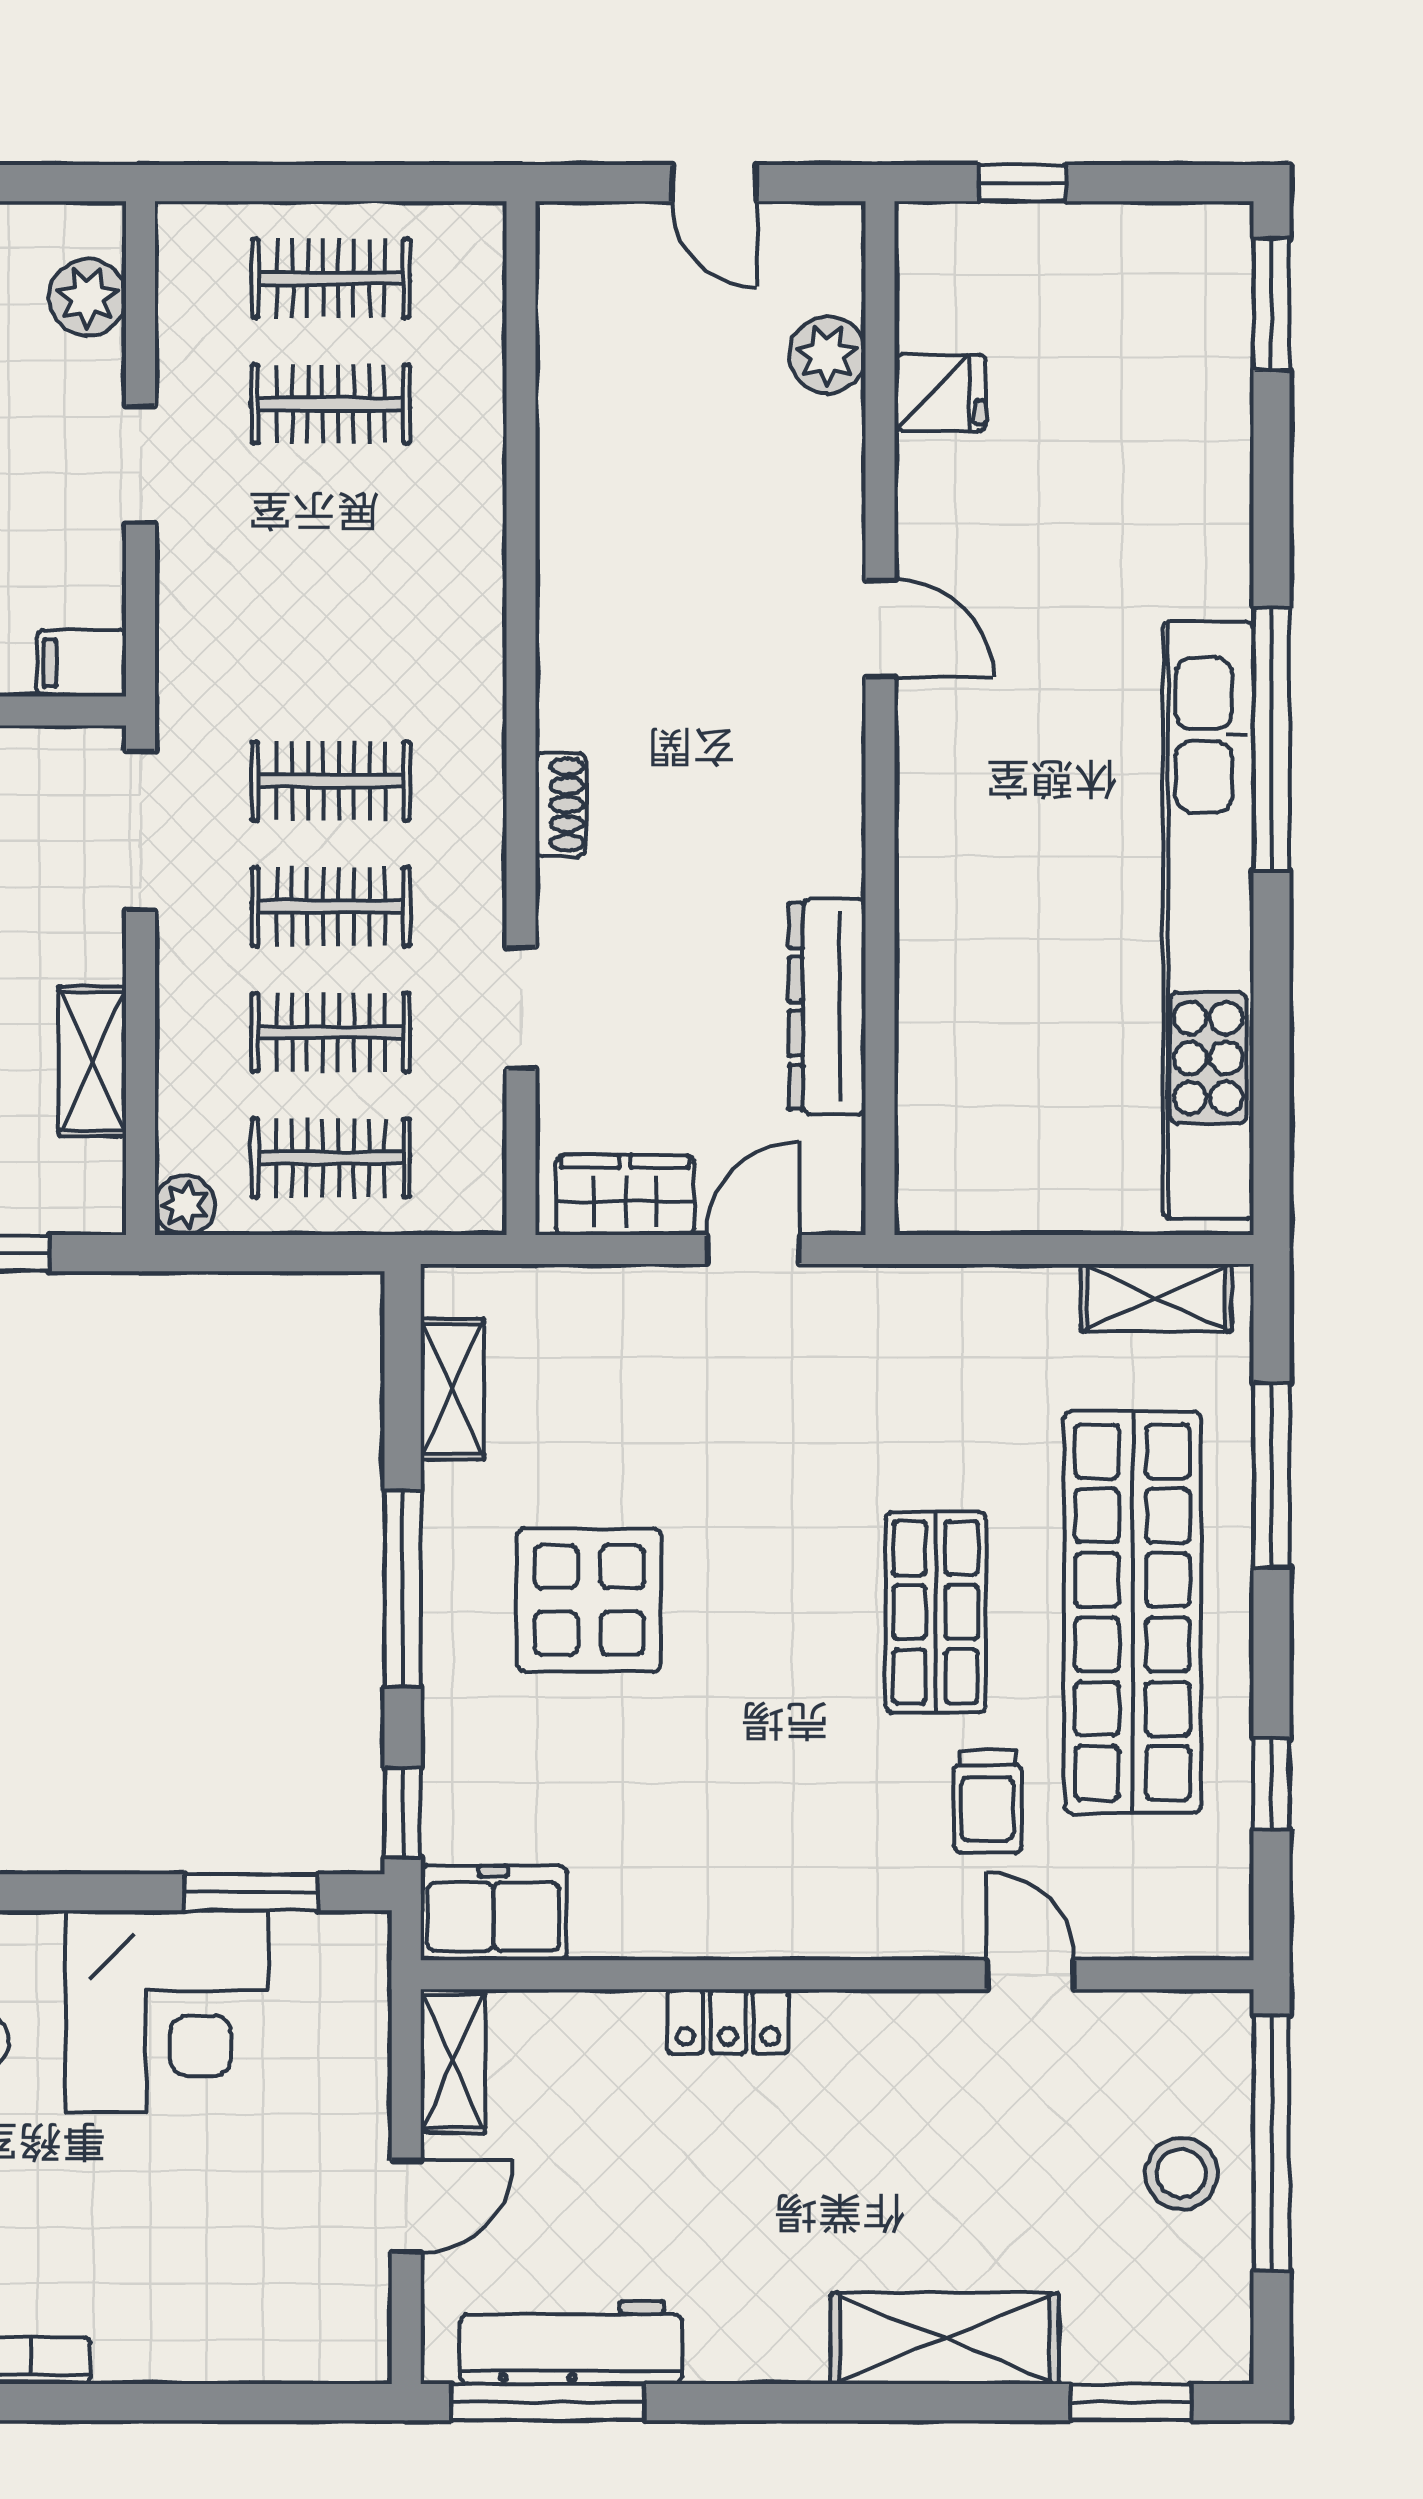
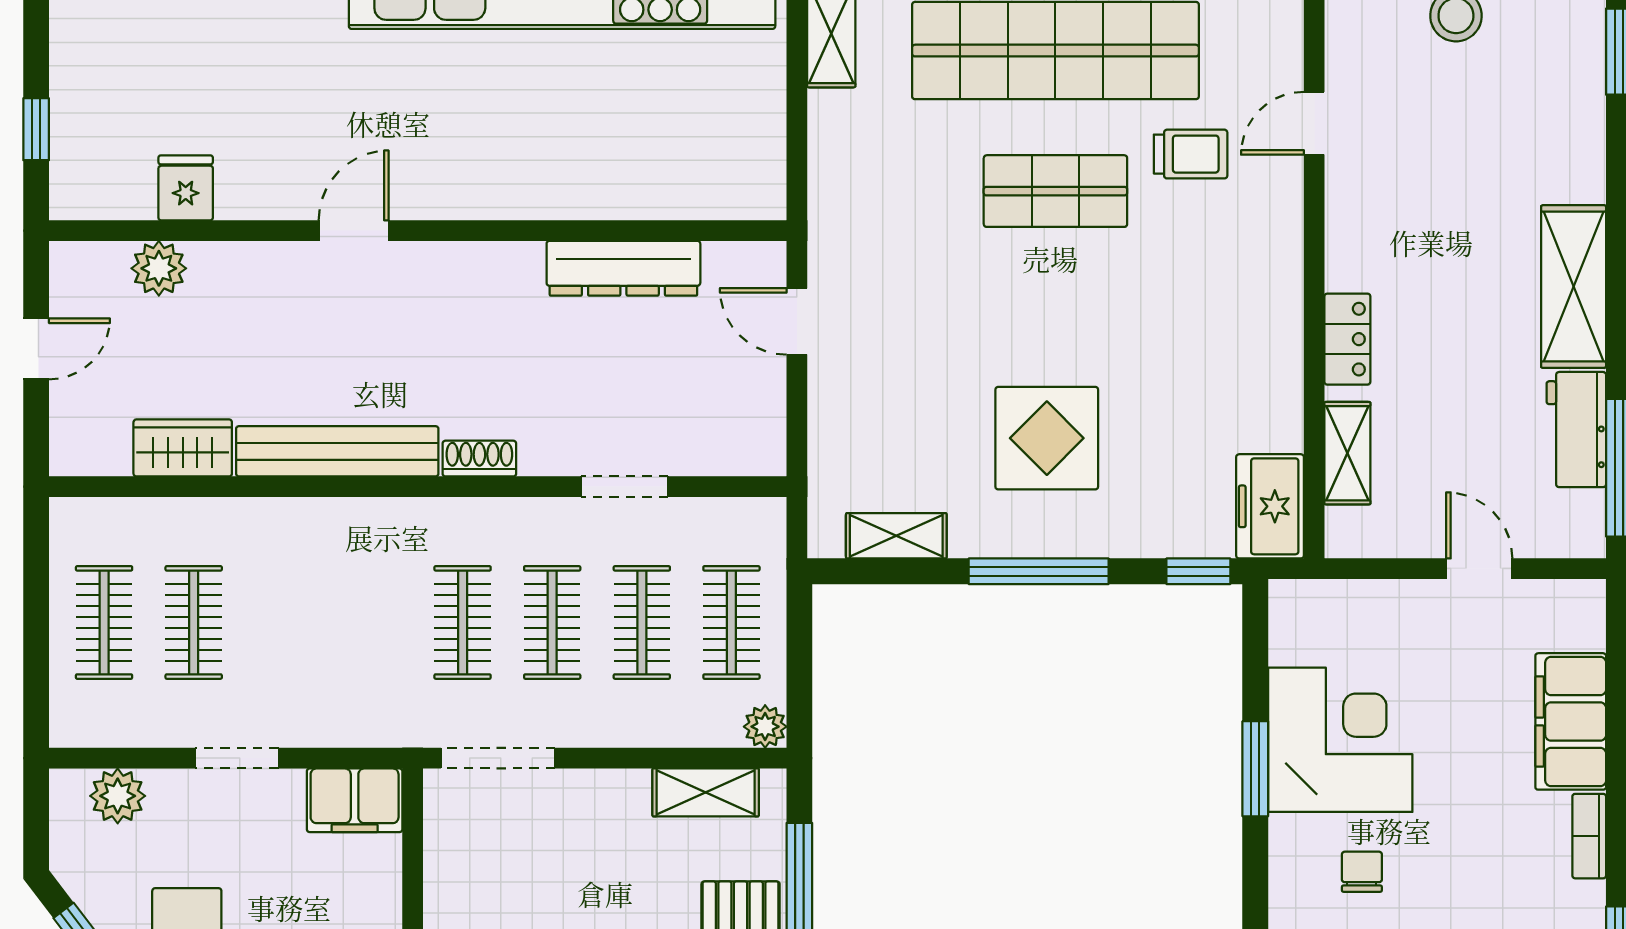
bench: (571, 605) -> (337, 451), added
filing cabinet: (81, 663) -> (355, 800), width x2.00
shelving: (92, 1061) -> (706, 792), moved
wardrobe: (625, 1195) -> (183, 448), moved, turned 90
window: (251, 1892) -> (1255, 769), moved
shelving: (453, 2061) -> (1347, 453), moved, turned 90
filing cabinet: (192, 2335) -> (1571, 721), added
shelving: (945, 2339) -> (1574, 287), moved
workbench: (571, 2342) -> (1576, 430), width x0.73

